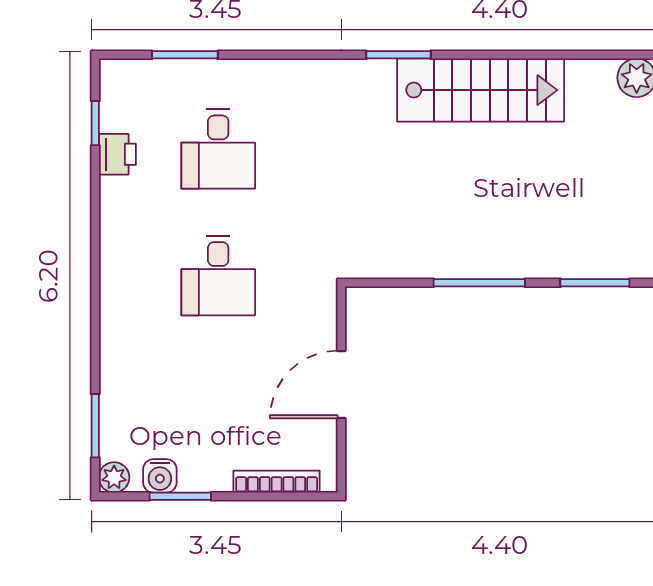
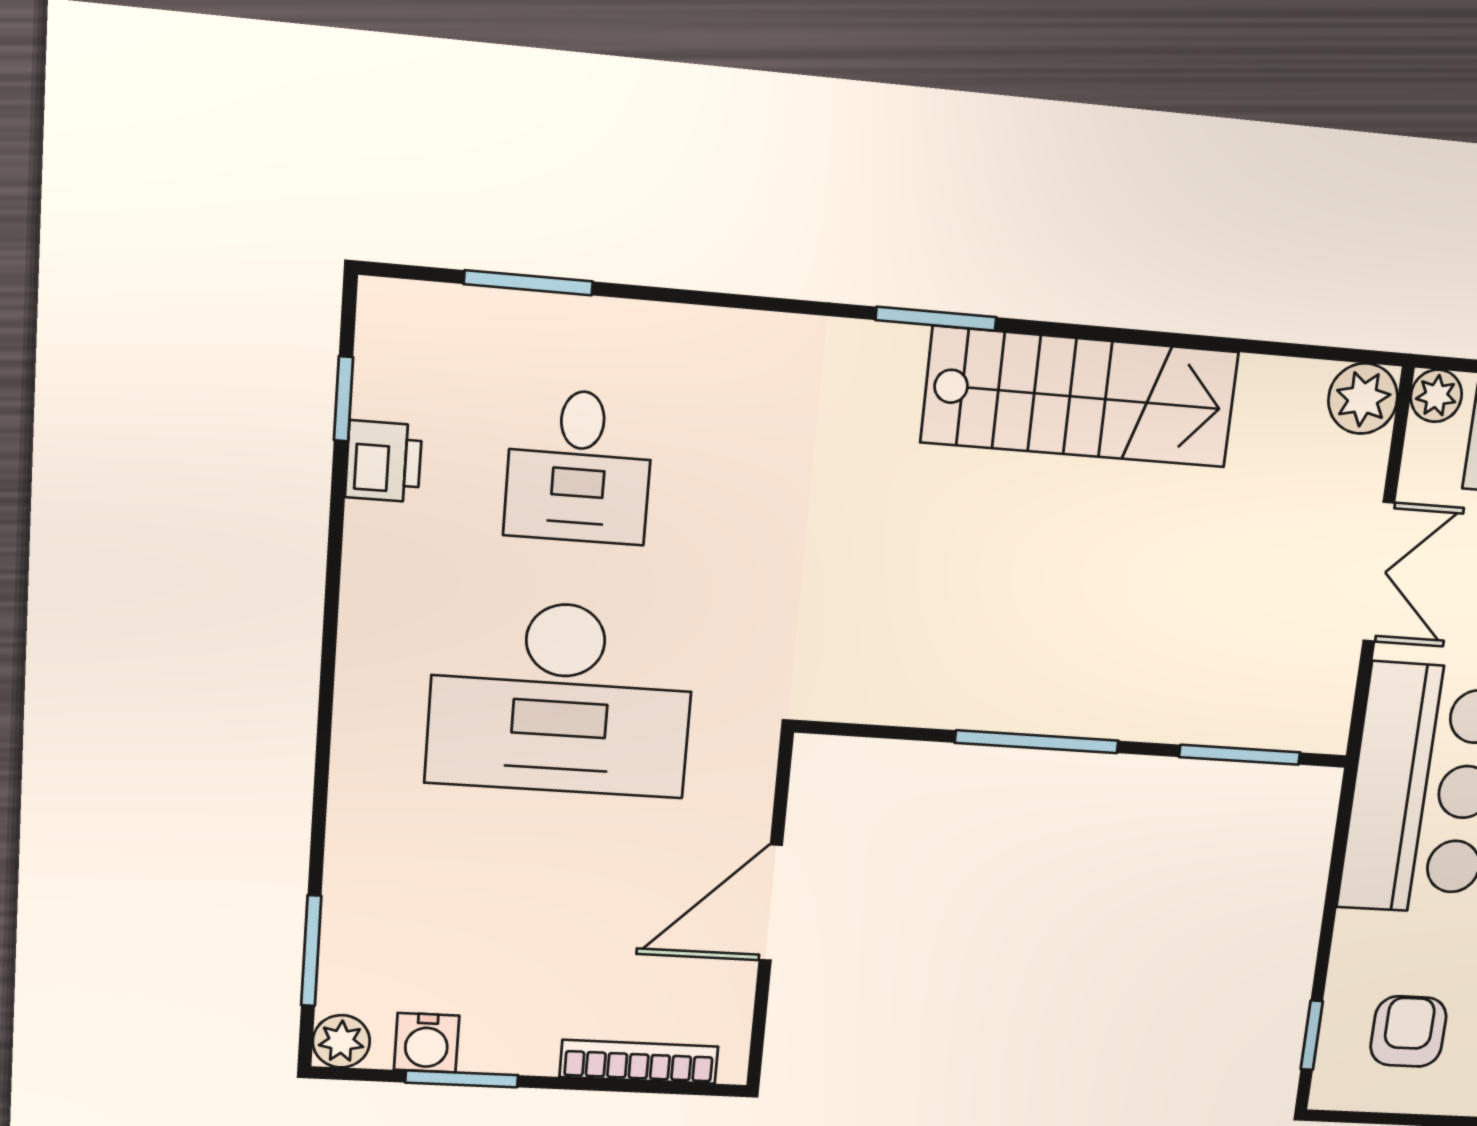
desk: (218, 276) -> (561, 698), width x1.87, depth x1.30

